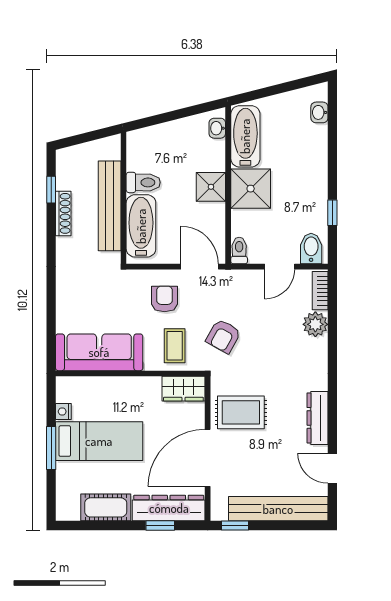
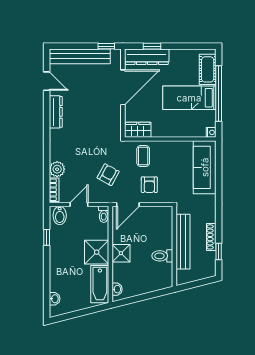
bathtub: (141, 226) -> (164, 229), removed
door: (200, 267) -> (128, 204), hinge flipped
armchair: (223, 336) -> (108, 175), moved
sofa: (99, 352) -> (205, 167), moved, turned 90
nightstand: (63, 411) -> (211, 132), moved
rug: (241, 412) -> (103, 115), removed
window: (51, 448) -> (219, 93), width x2.11
cot: (106, 507) -> (208, 69), moved, turned 90

